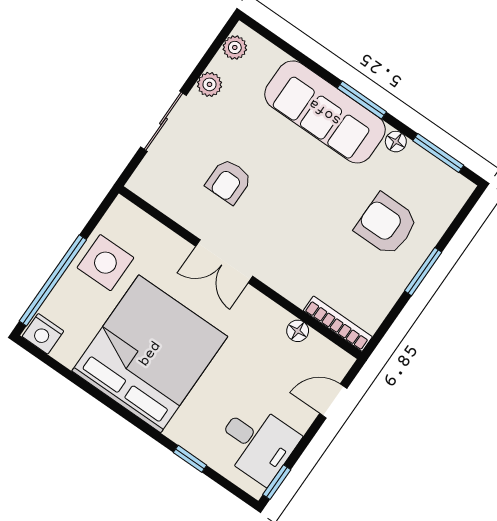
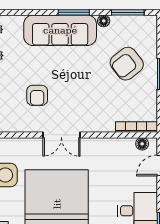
armchair: (386, 225) -> (127, 64), turned -38
floor lamp: (298, 331) -> (142, 144), moved

